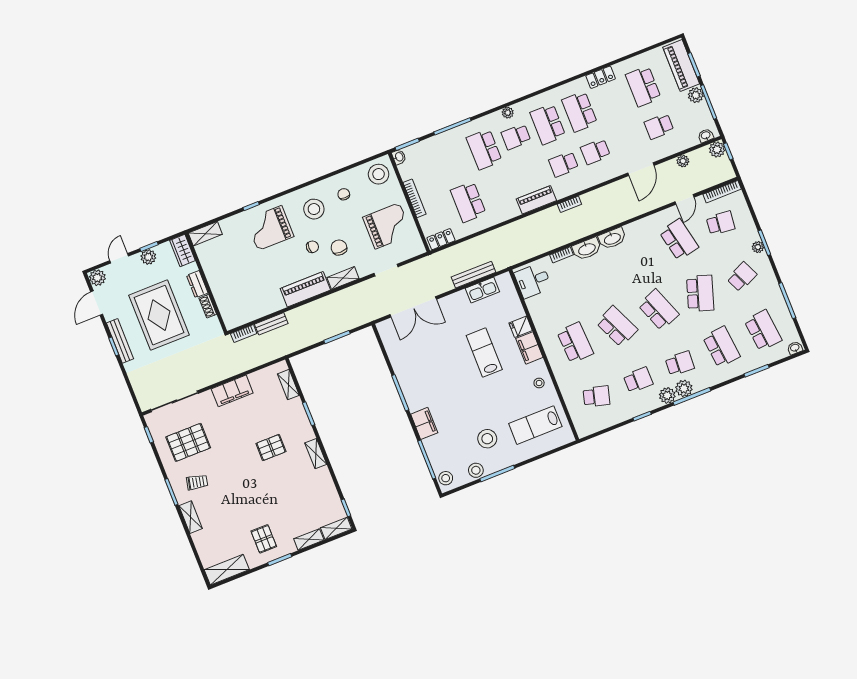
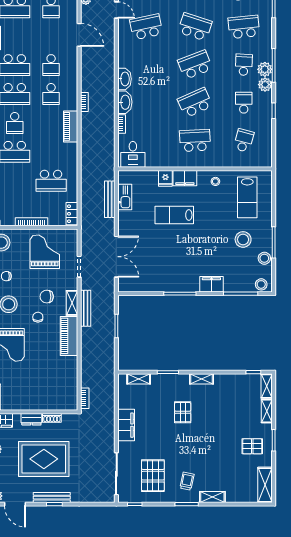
bench: (271, 324) -> (86, 308), moved, width x1.36

